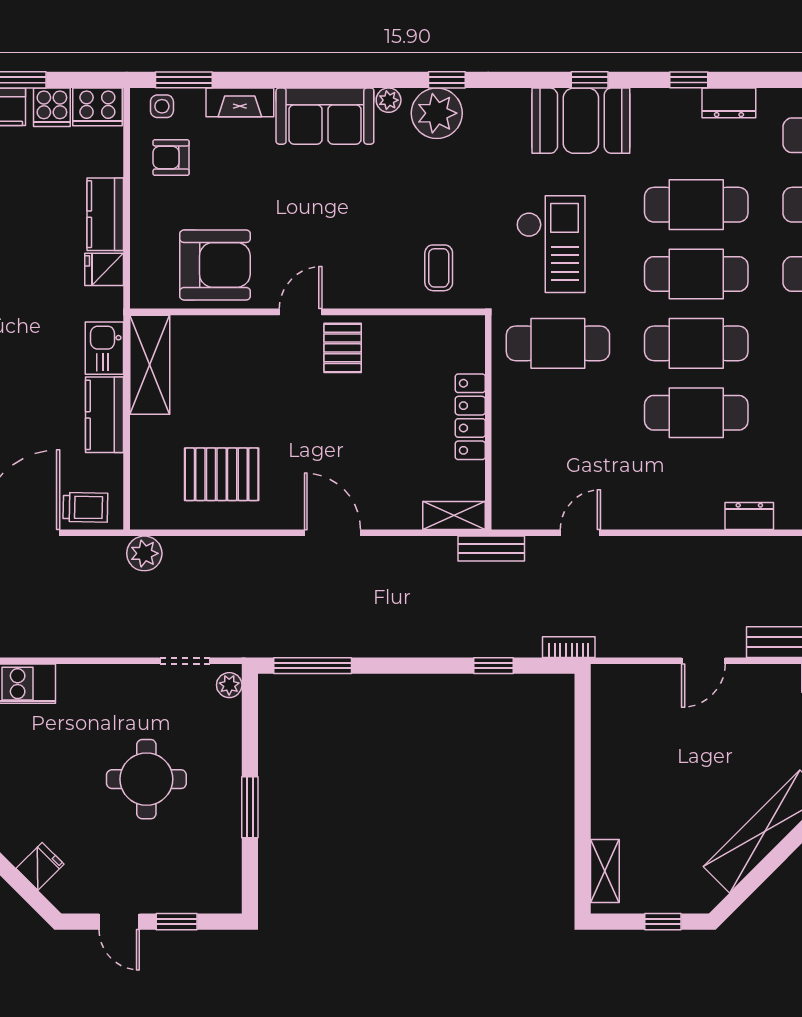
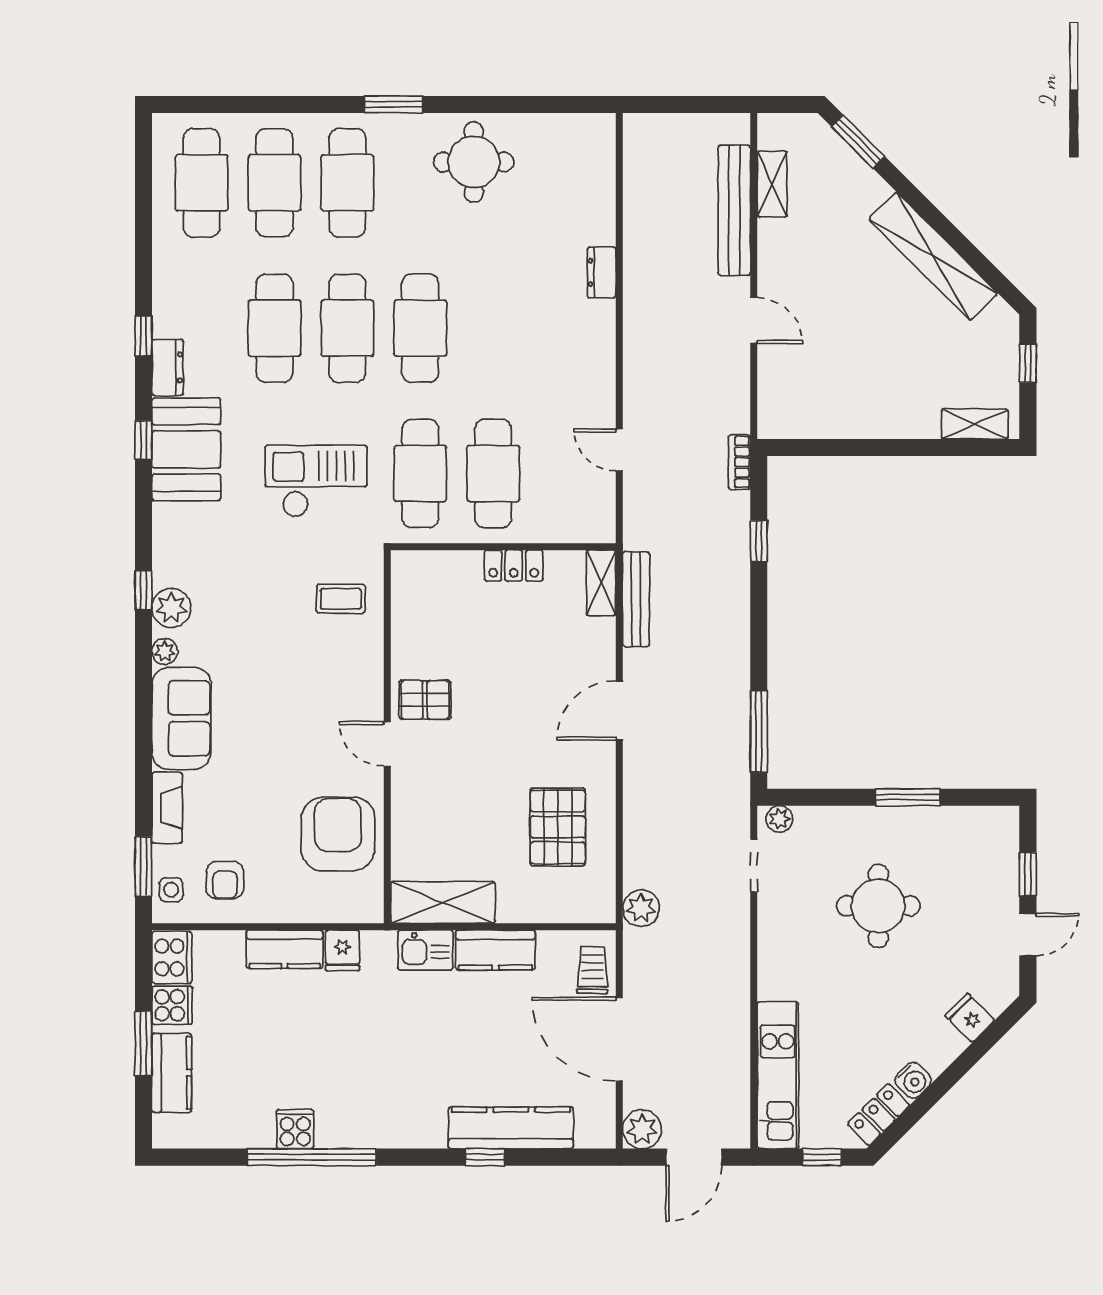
dresser: (729, 103) -> (168, 367), moved
plant: (437, 113) -> (171, 608), width x0.73, depth x0.73
cafe table: (696, 413) -> (493, 473), moved
locker: (470, 417) -> (514, 566), width x0.66
bench: (491, 549) -> (636, 599), moved, width x1.36

